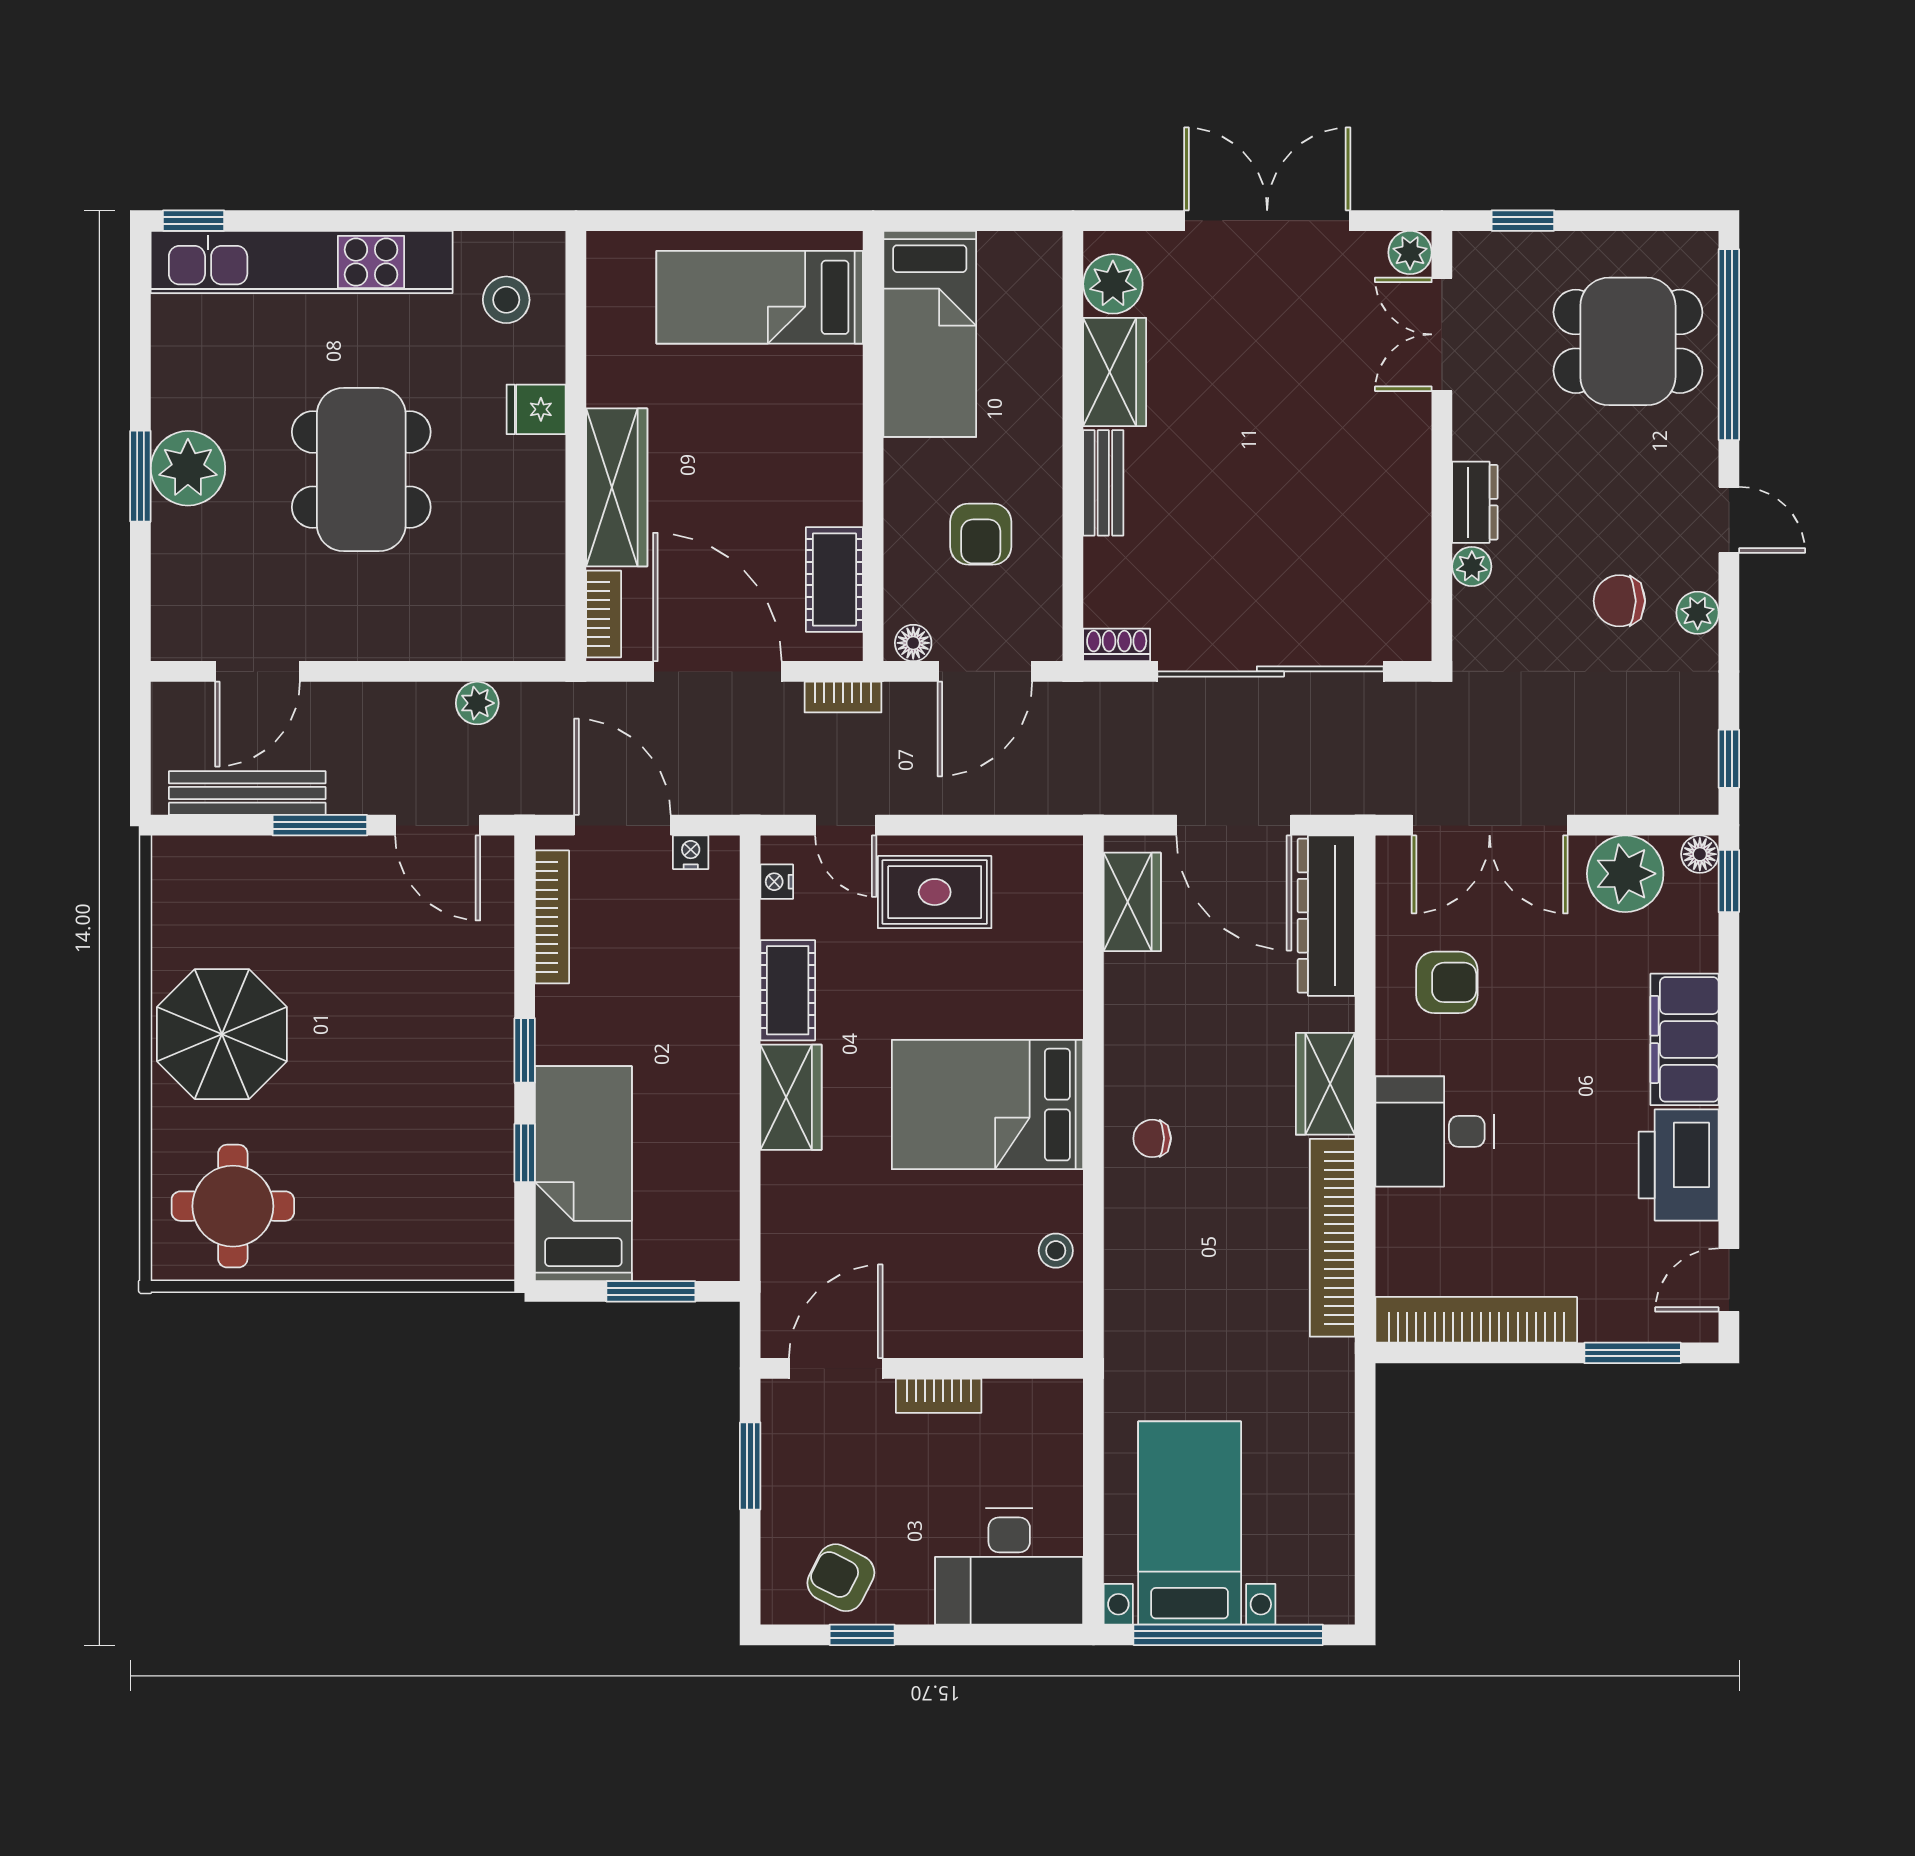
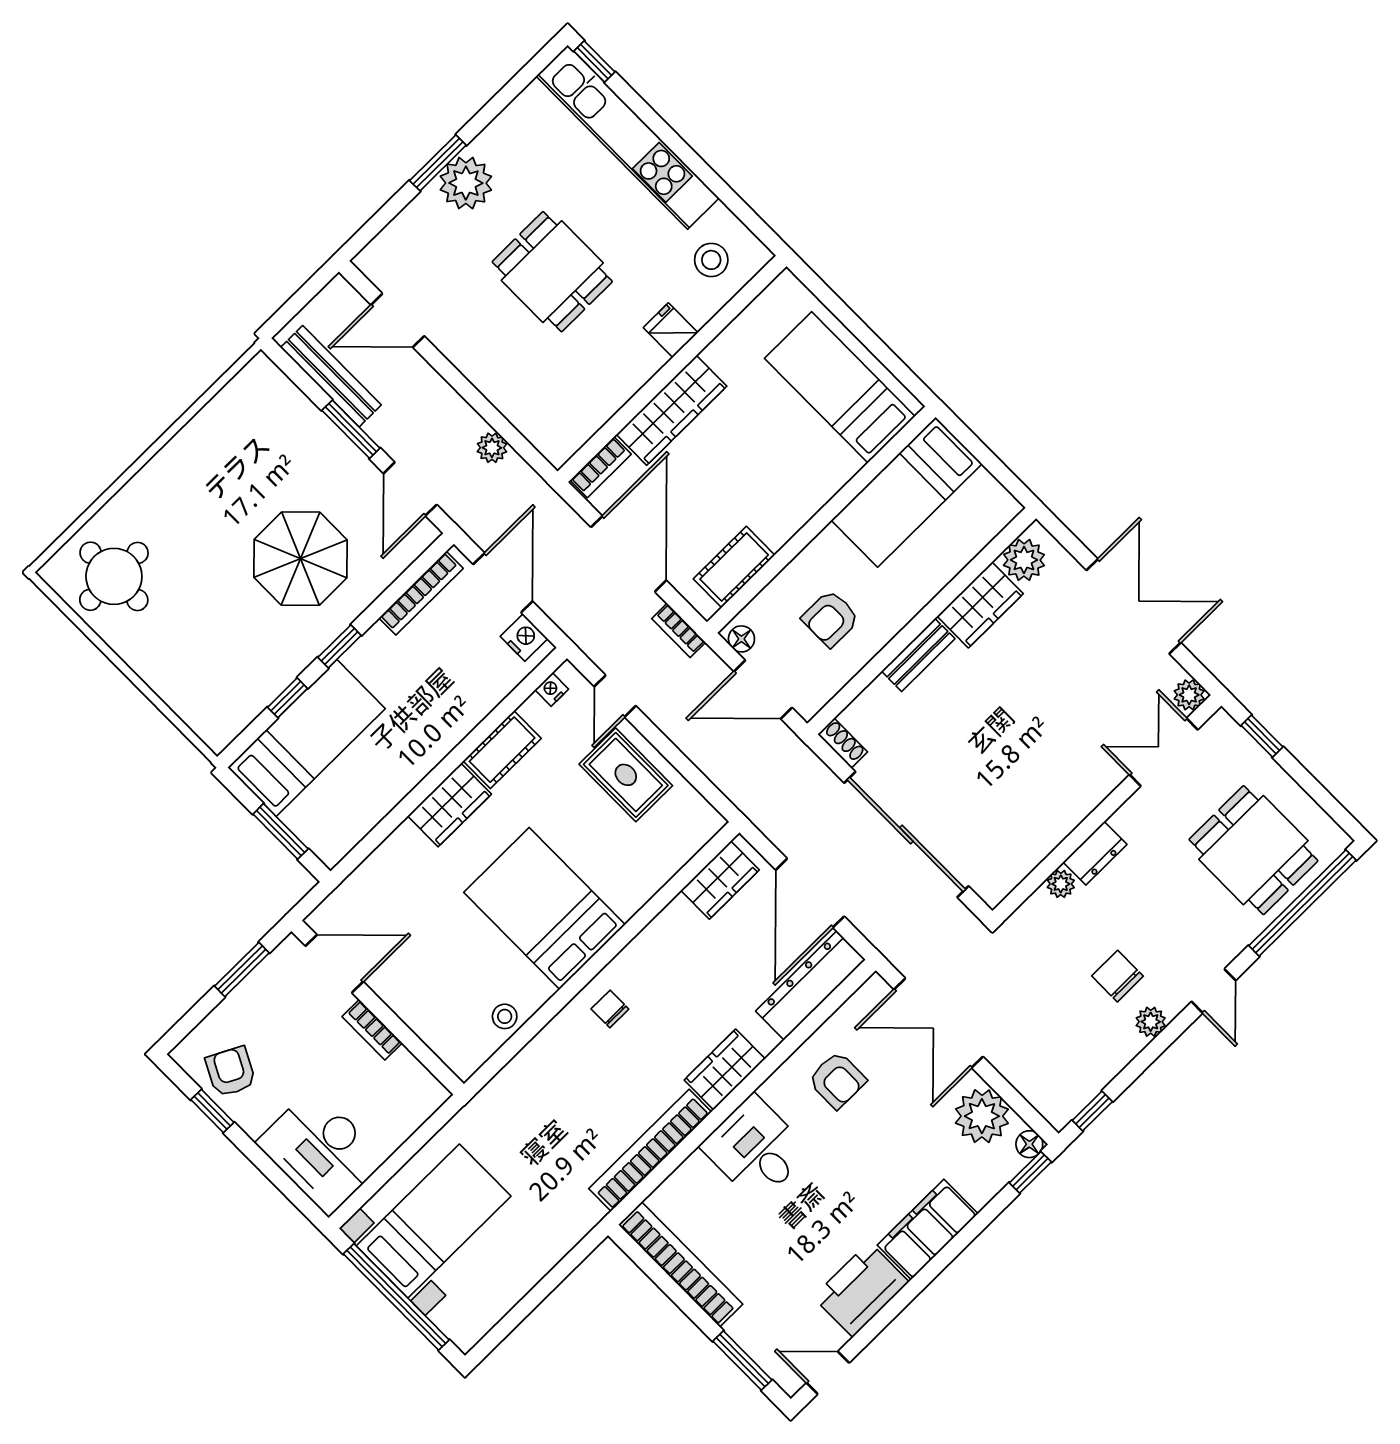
dining table: (361, 470) -> (552, 272), width x0.73
nightstand: (691, 852) -> (524, 638), width x1.39, depth x1.35
parasol: (222, 1034) -> (300, 559), moved

